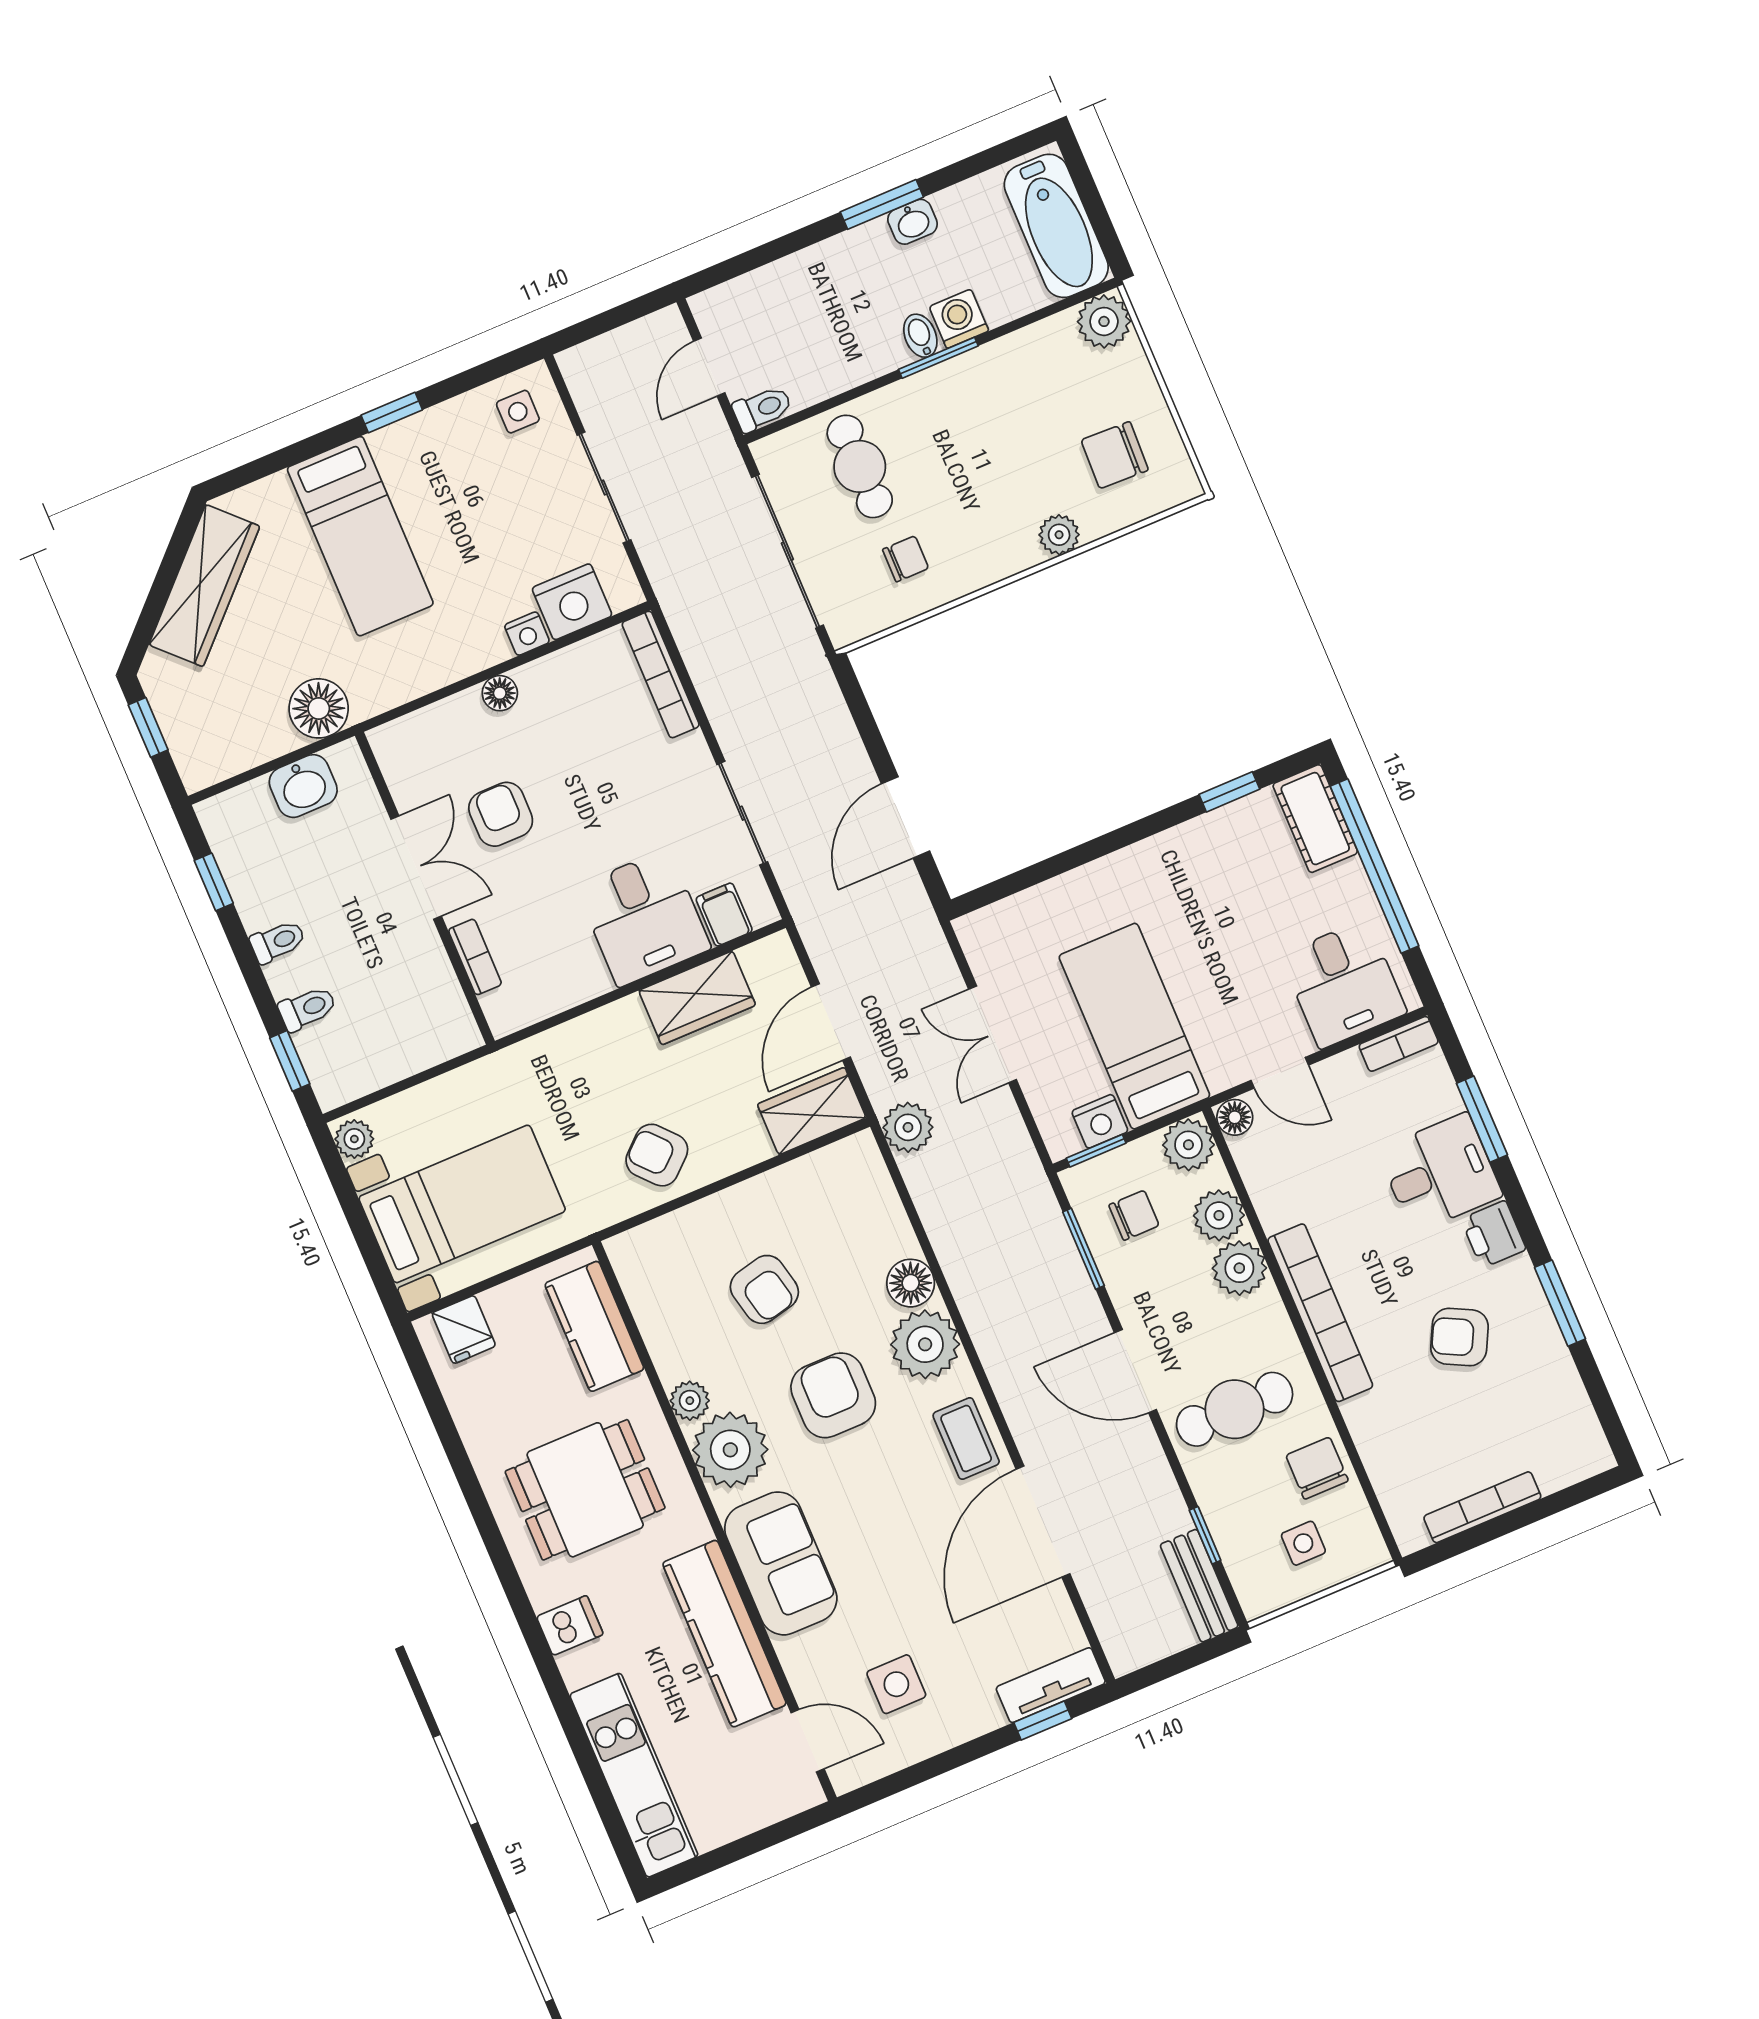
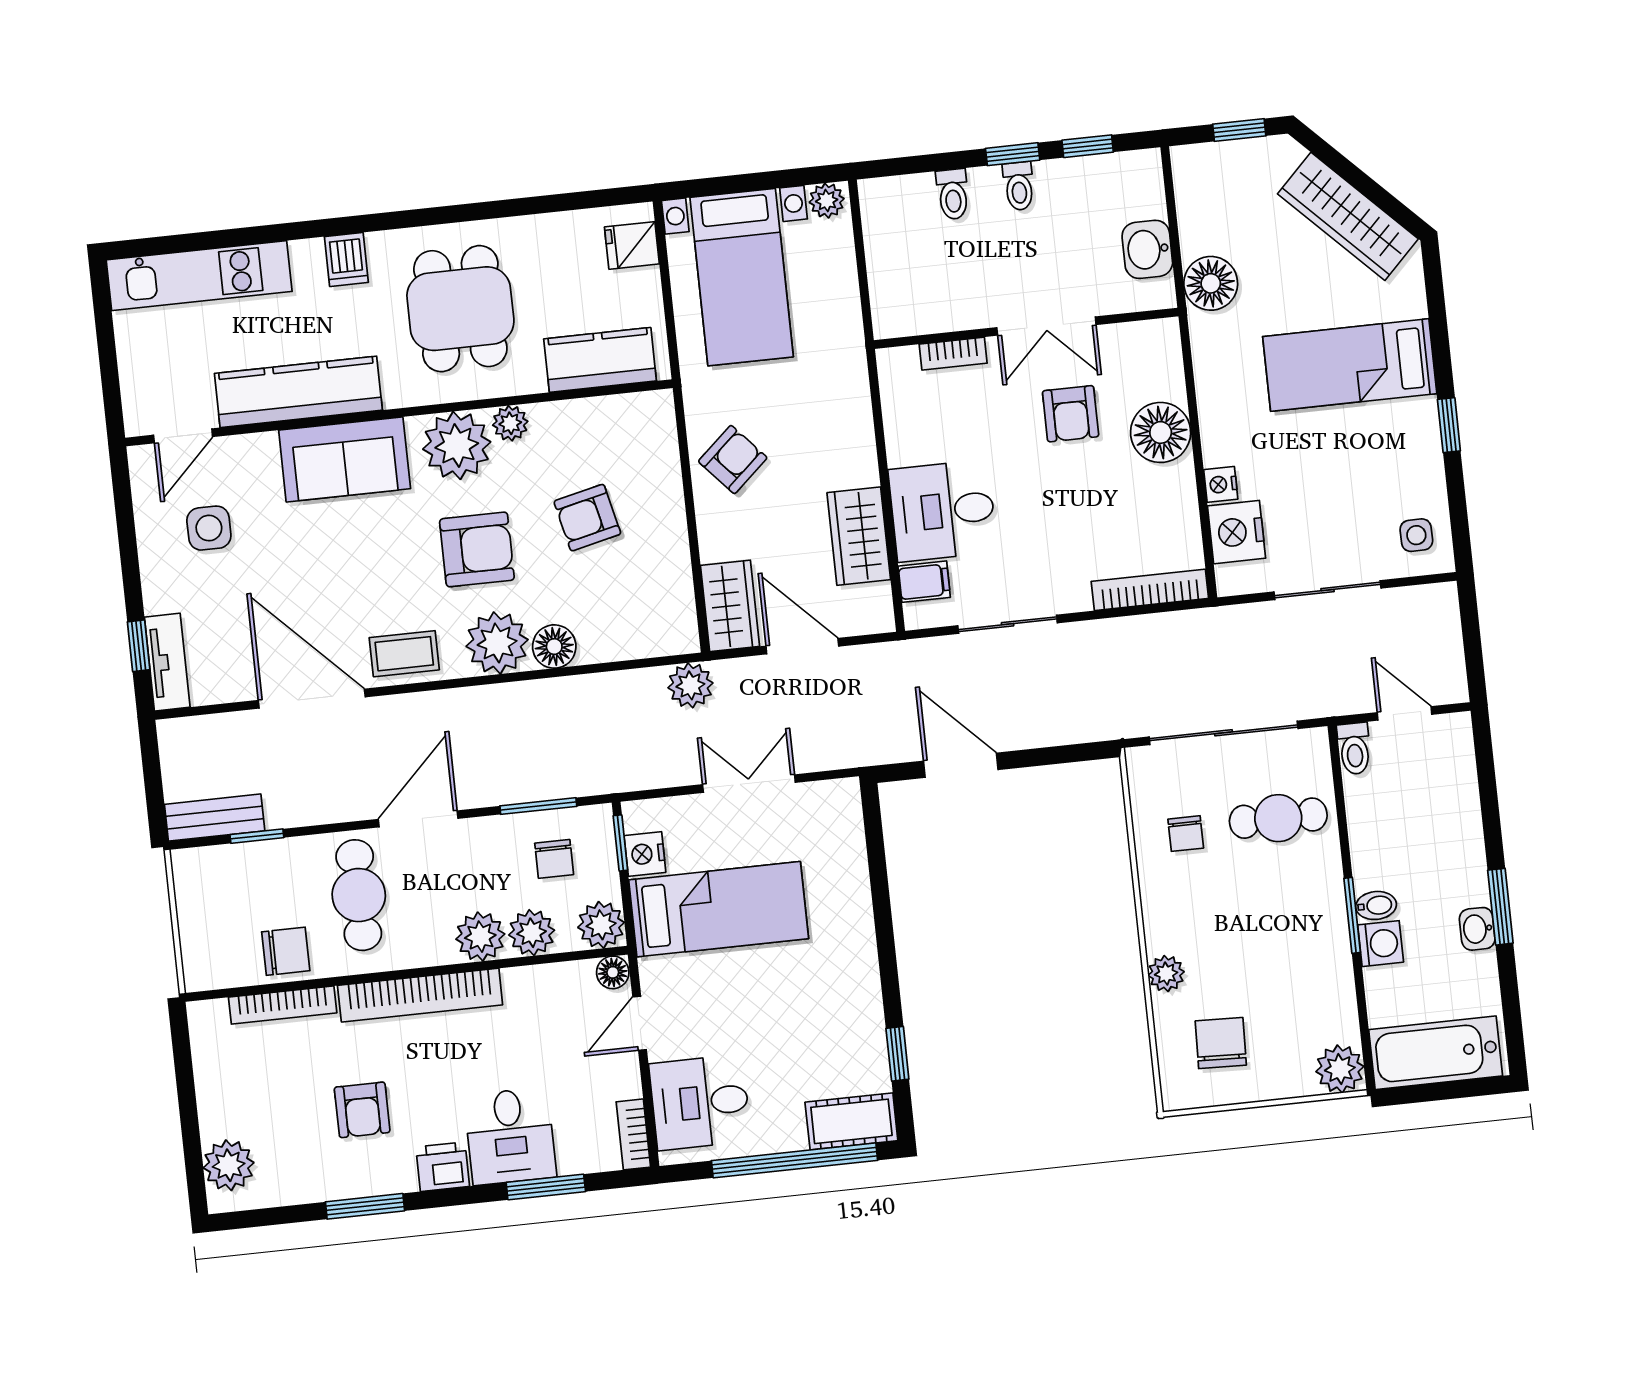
floor lamp: (500, 693) -> (1161, 432), width x1.89, depth x1.89
armchair: (501, 814) -> (1071, 414), turned 90
window: (290, 1061) -> (1013, 154), moved
armchair: (1459, 1337) -> (362, 1110), turned 153
plant: (1560, 1460) -> (229, 1165), added
bookcase: (1482, 1507) -> (283, 1005), moved, turned 90
side table: (1303, 1543) -> (224, 919), removed

